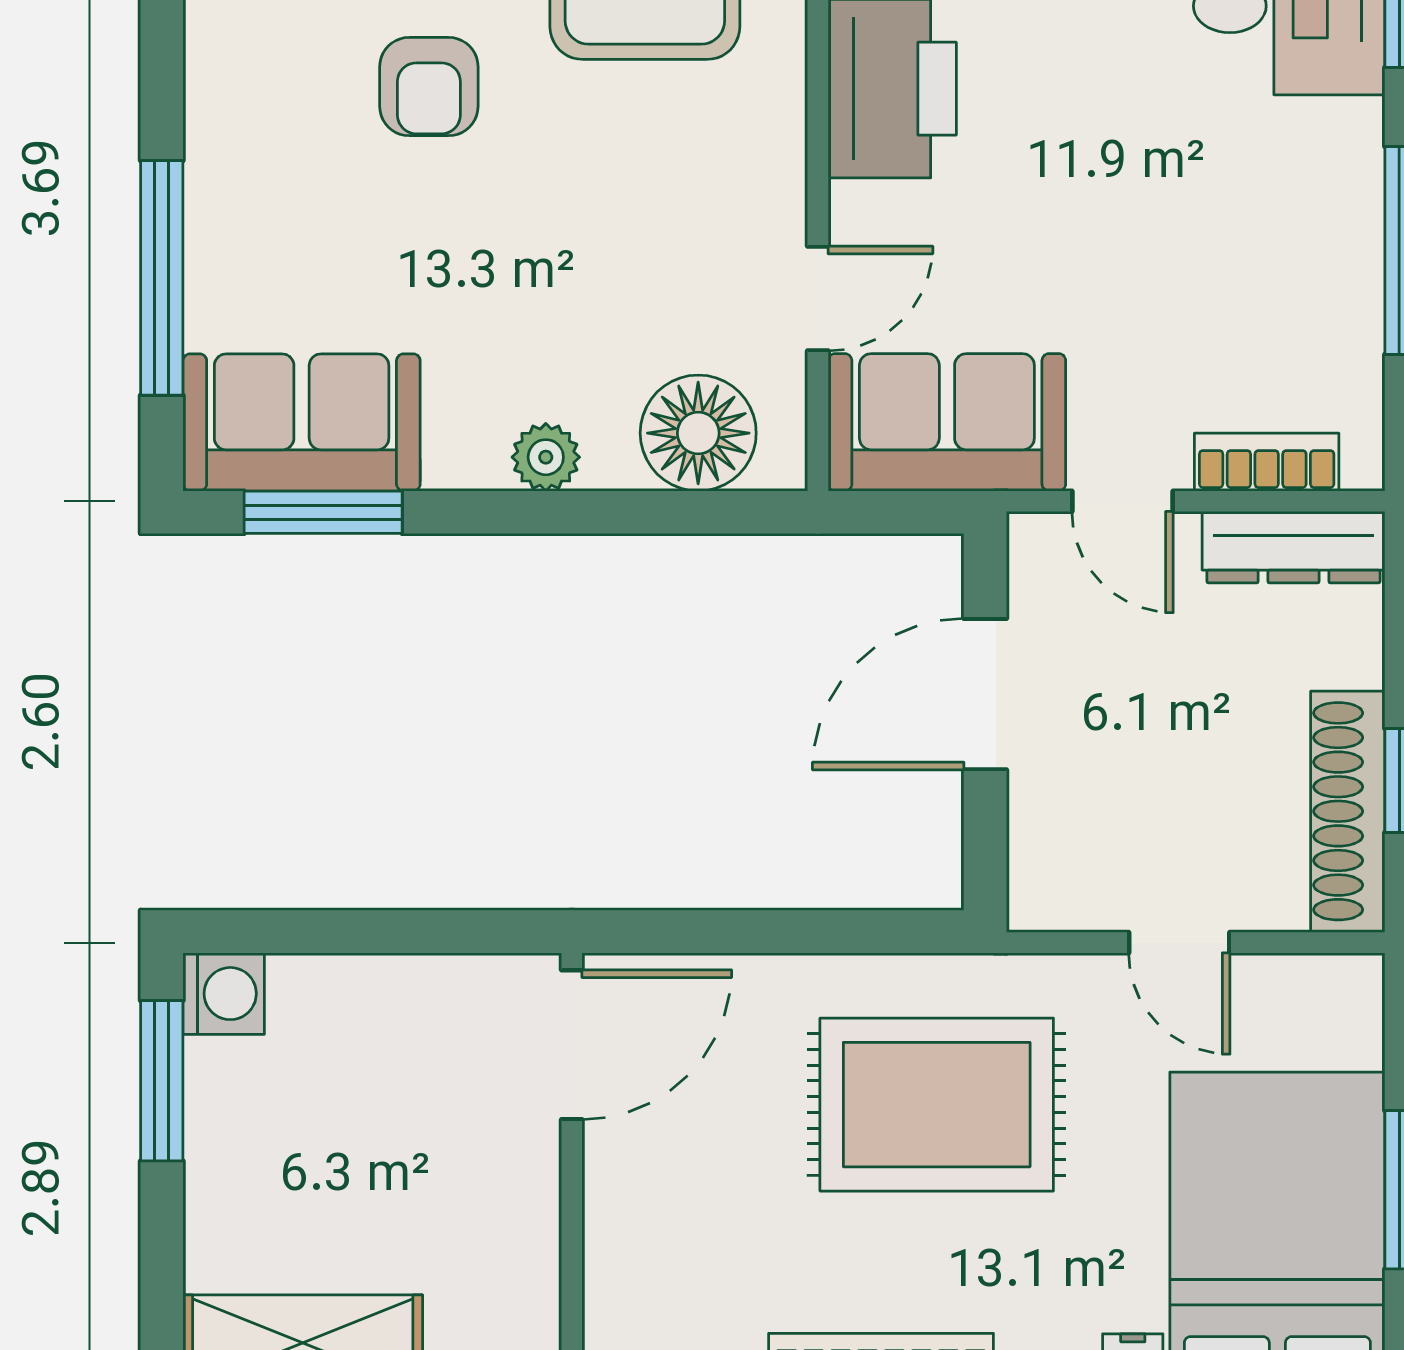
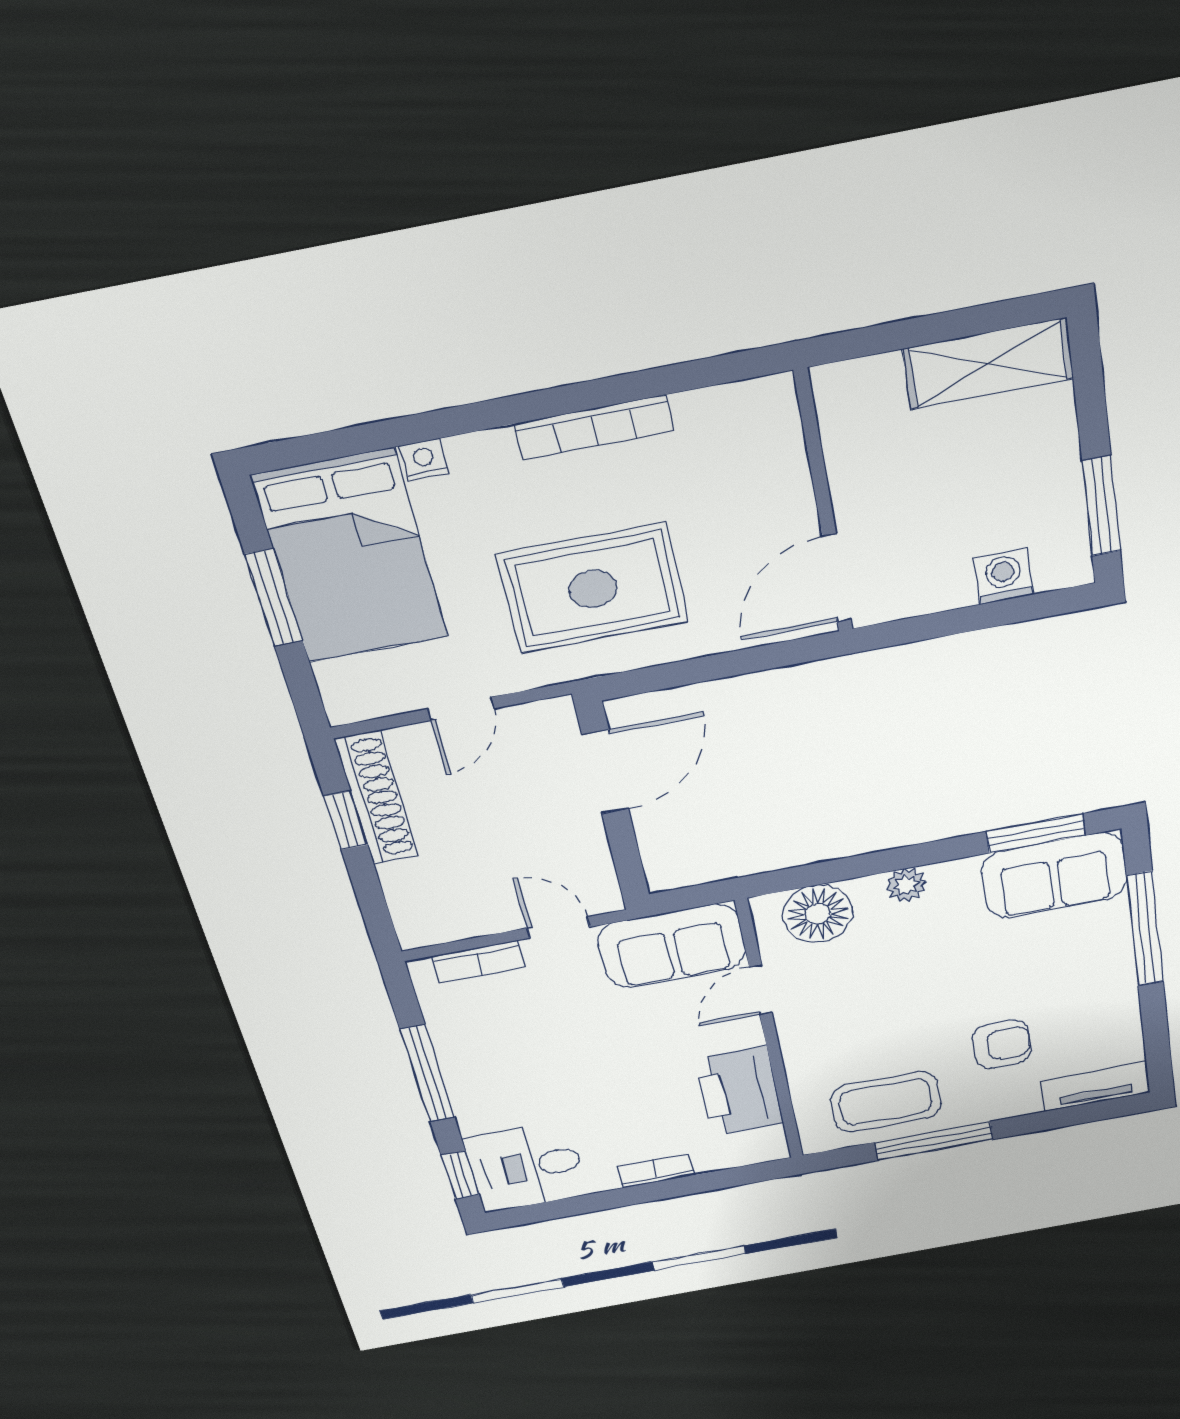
armchair: (429, 87) -> (1002, 1044), turned 90
dresser: (1293, 547) -> (450, 924), removed
door: (985, 694) -> (605, 772), moved
door: (1179, 943) -> (461, 709), swing flipped
washing machine: (224, 994) -> (1004, 577), moved, turned 90

